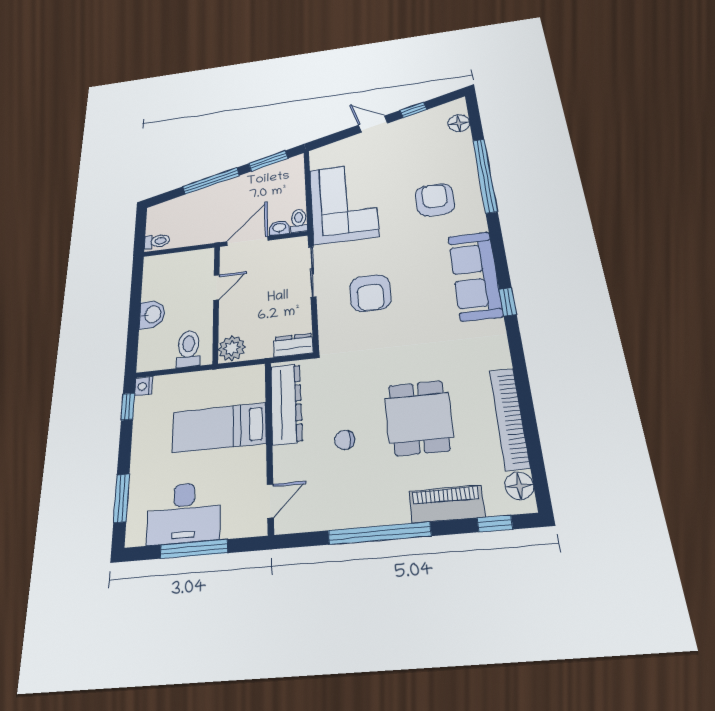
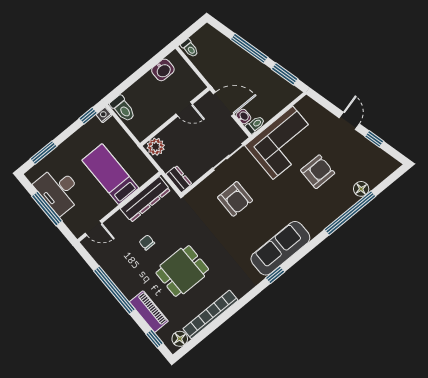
floor lamp: (459, 123) -> (361, 189), moved
armchair: (435, 200) -> (318, 172), moved
armchair: (370, 293) -> (235, 199), turned -90
washbasin: (152, 314) -> (163, 70), moved
toilet: (188, 349) -> (123, 109), moved, turned 90

